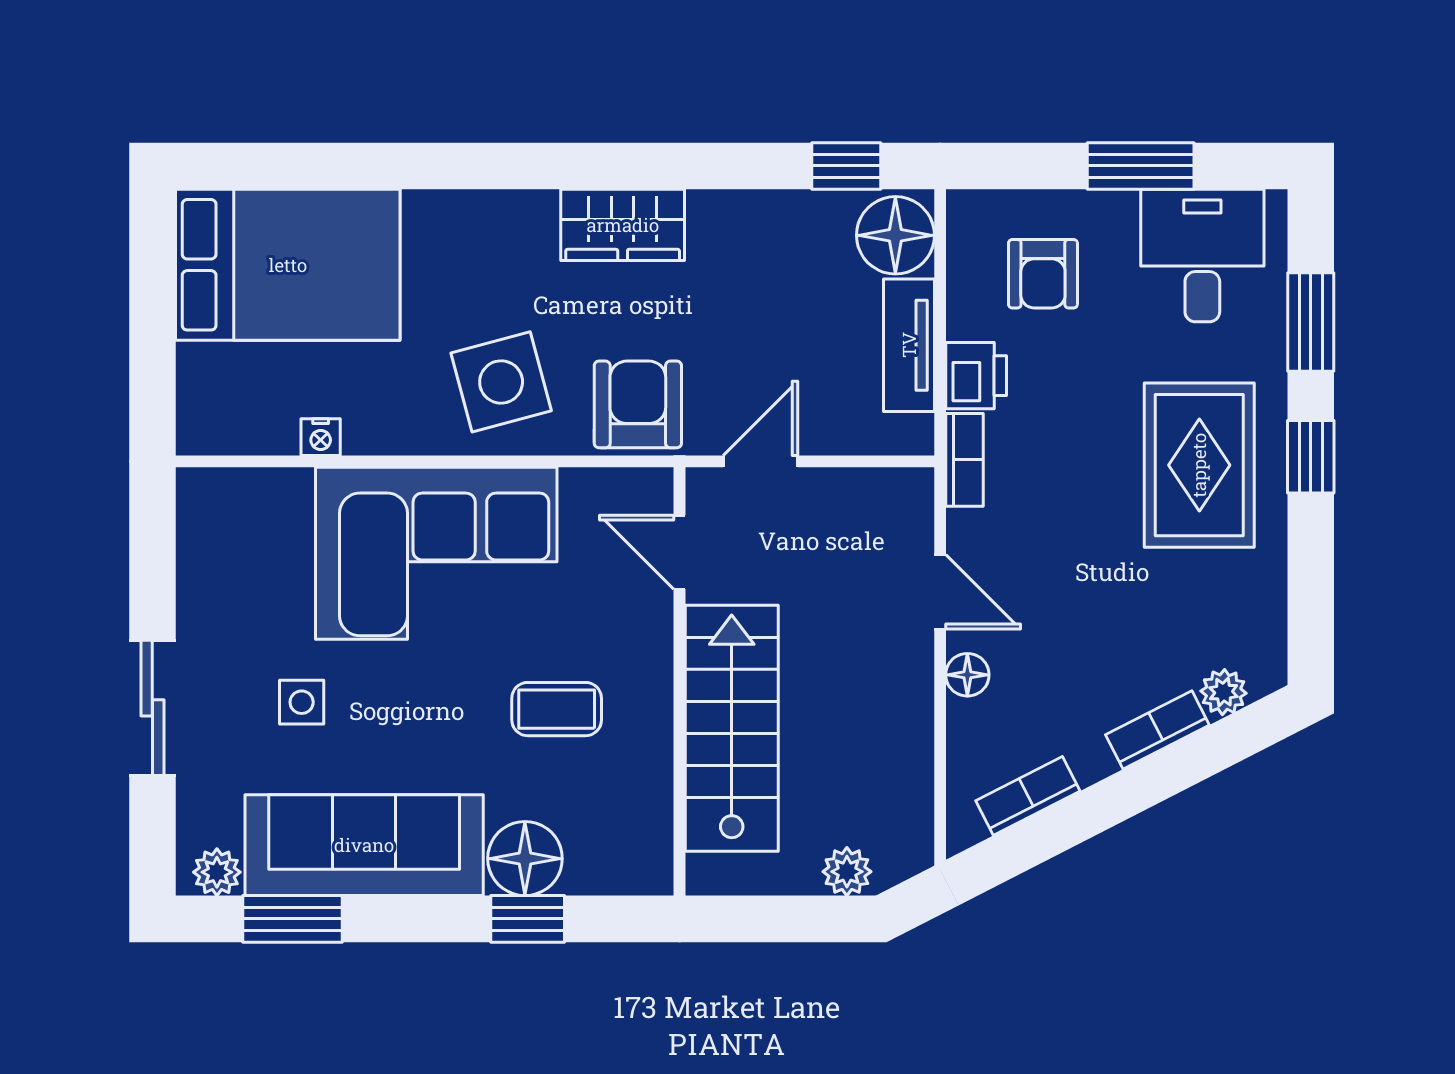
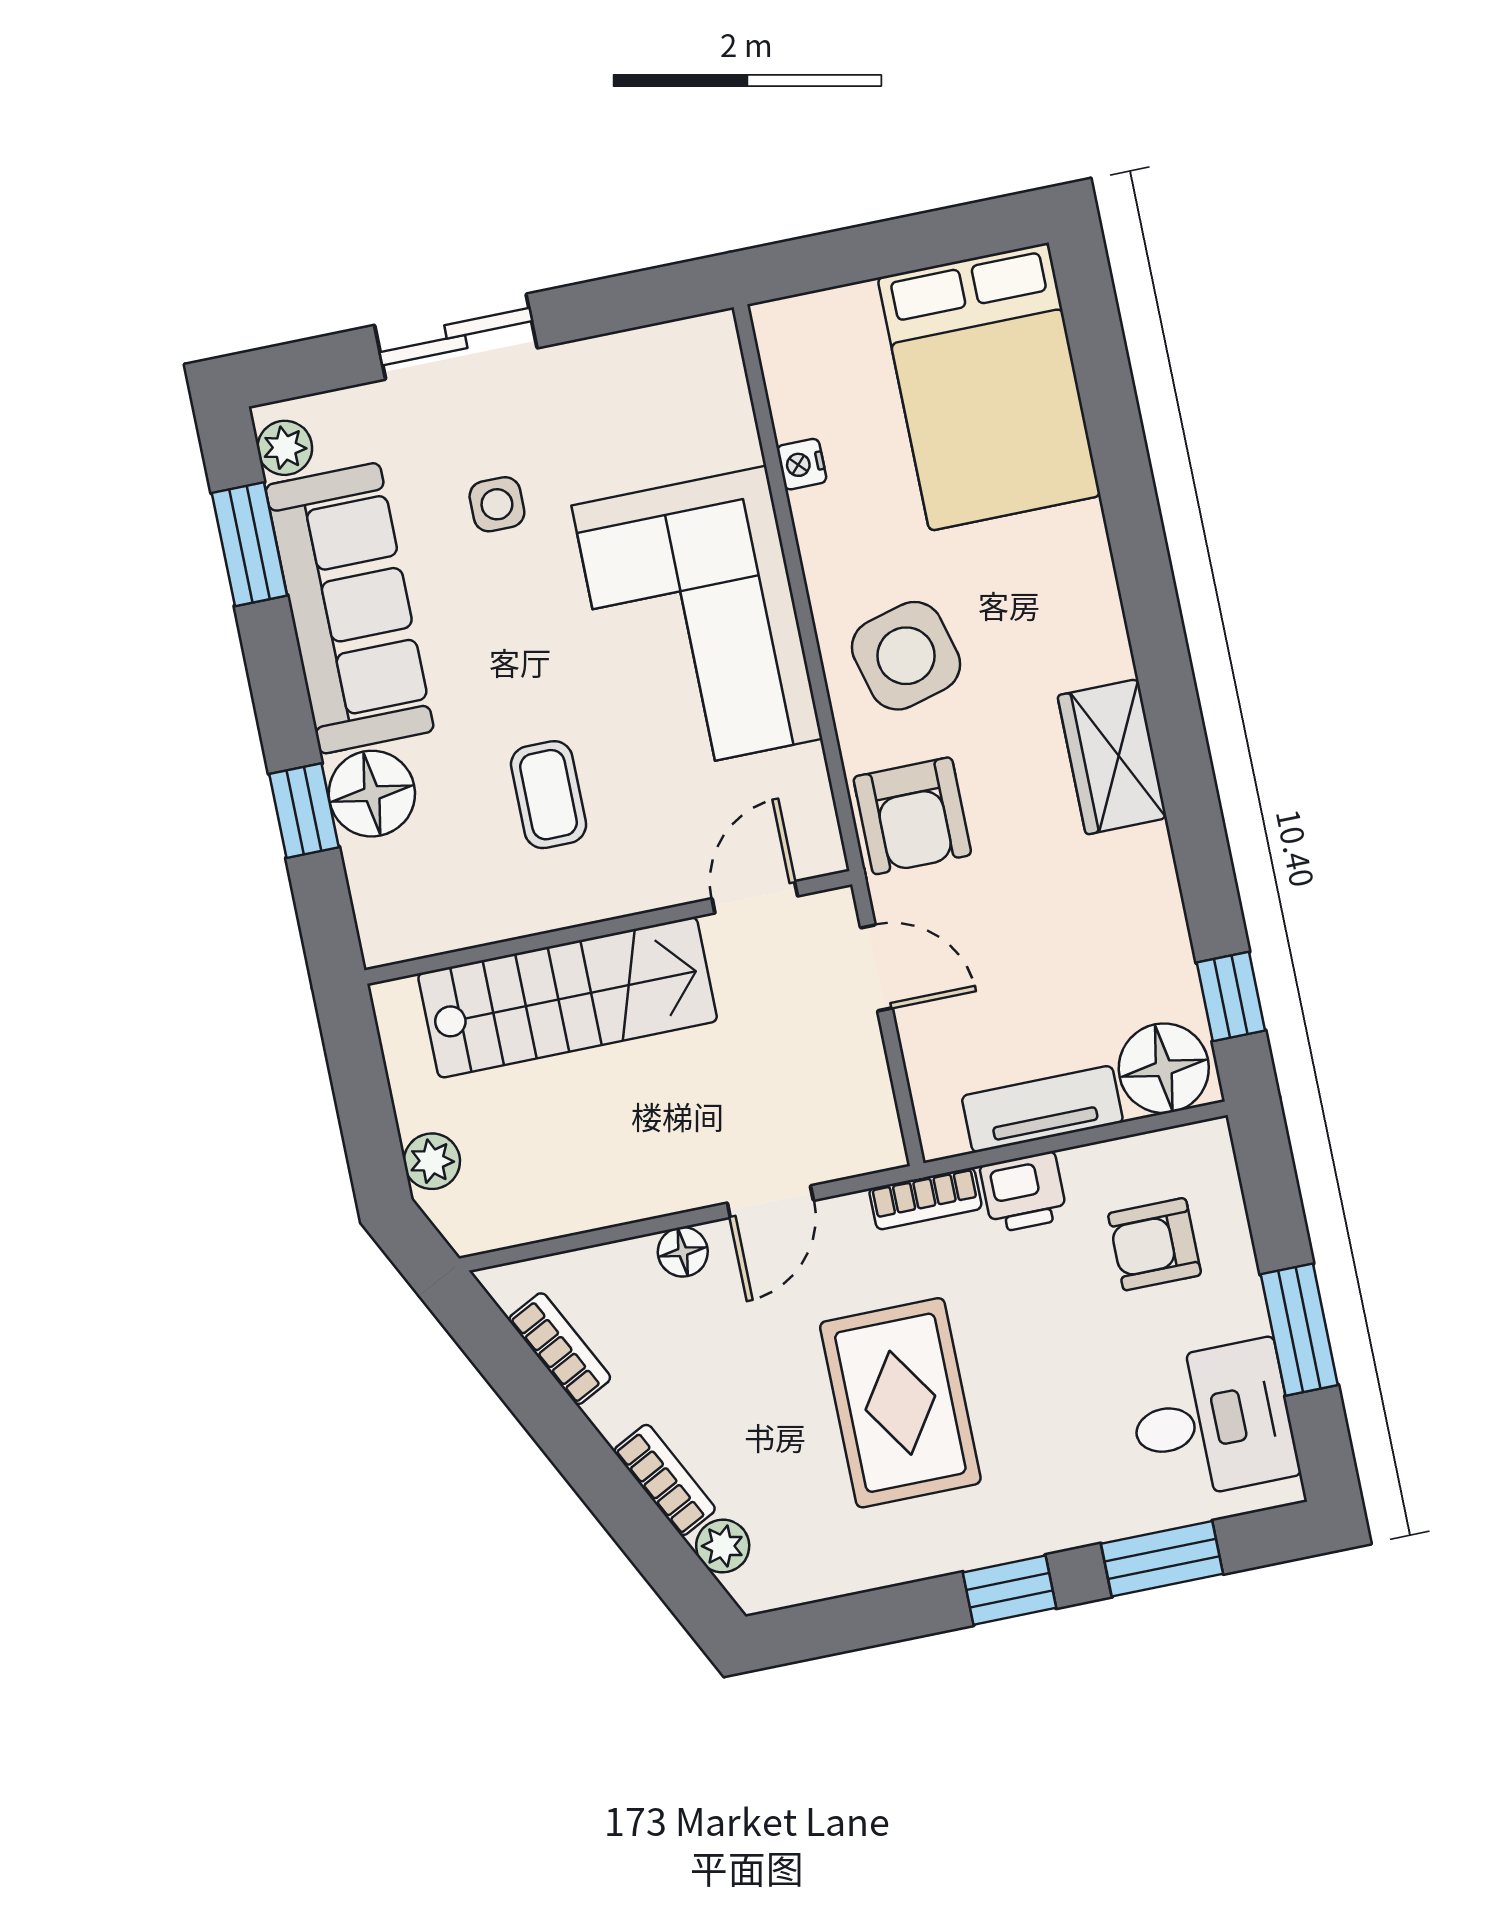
armchair: (638, 404) -> (912, 816), turned 90
rug: (1199, 465) -> (900, 1403), moved, turned 90

